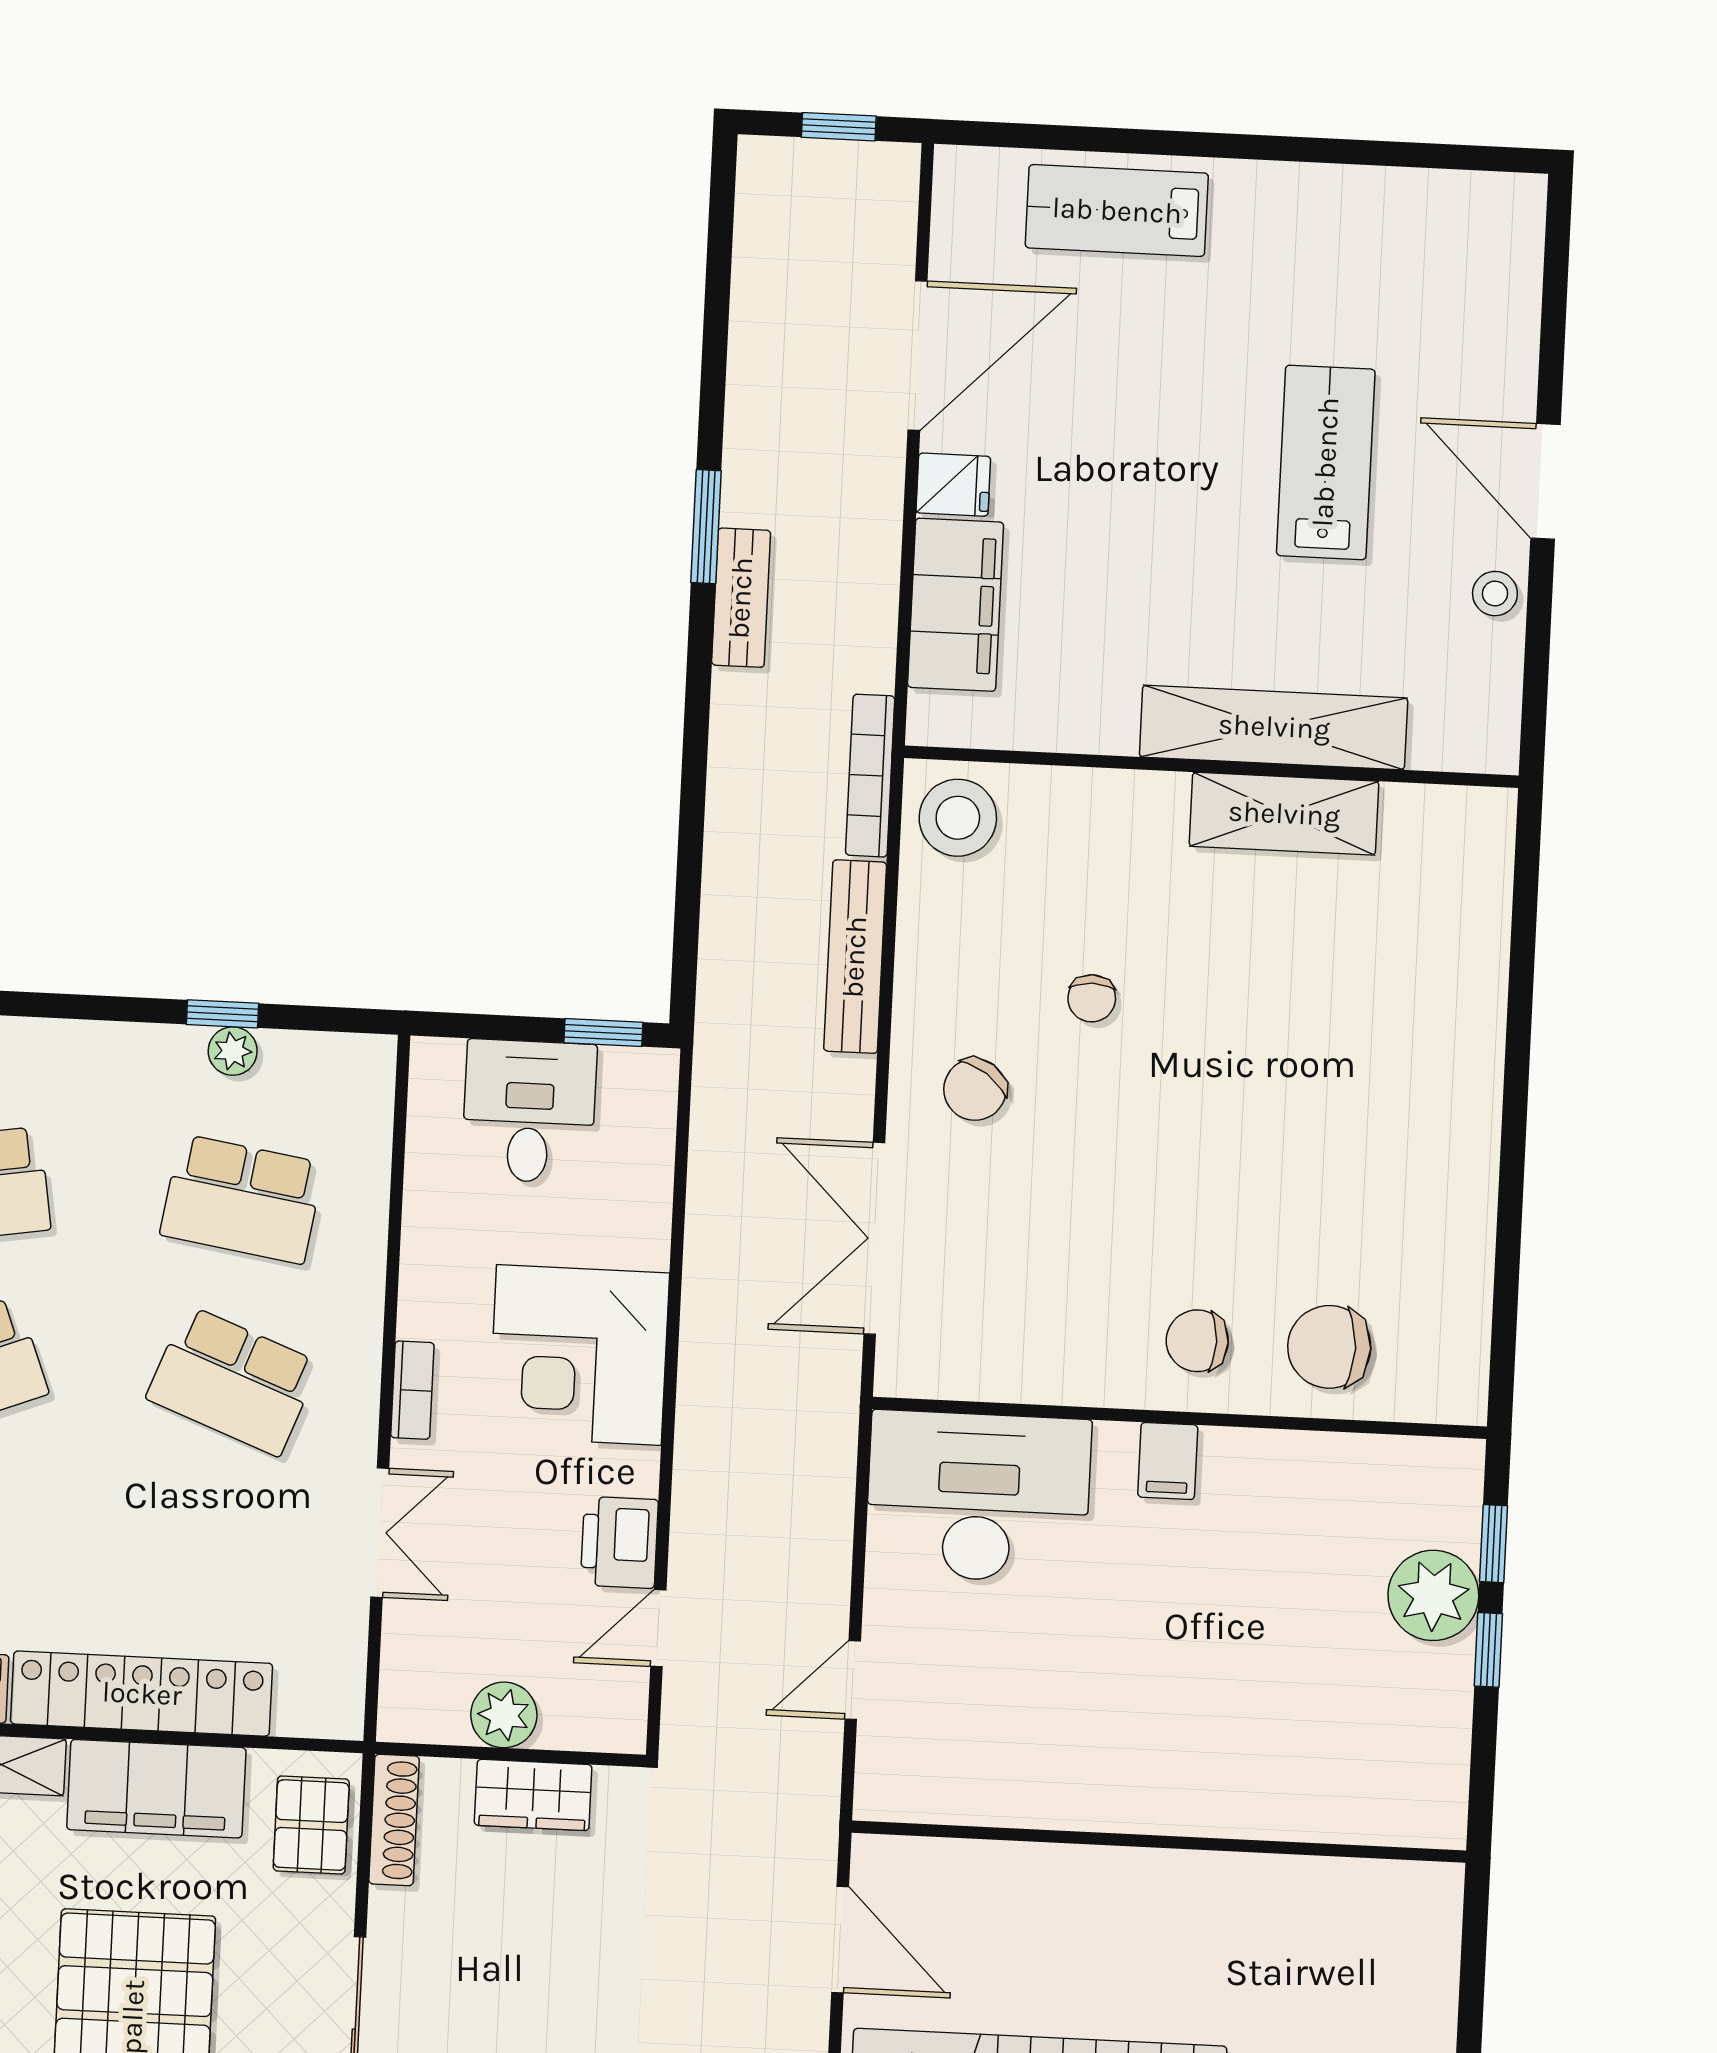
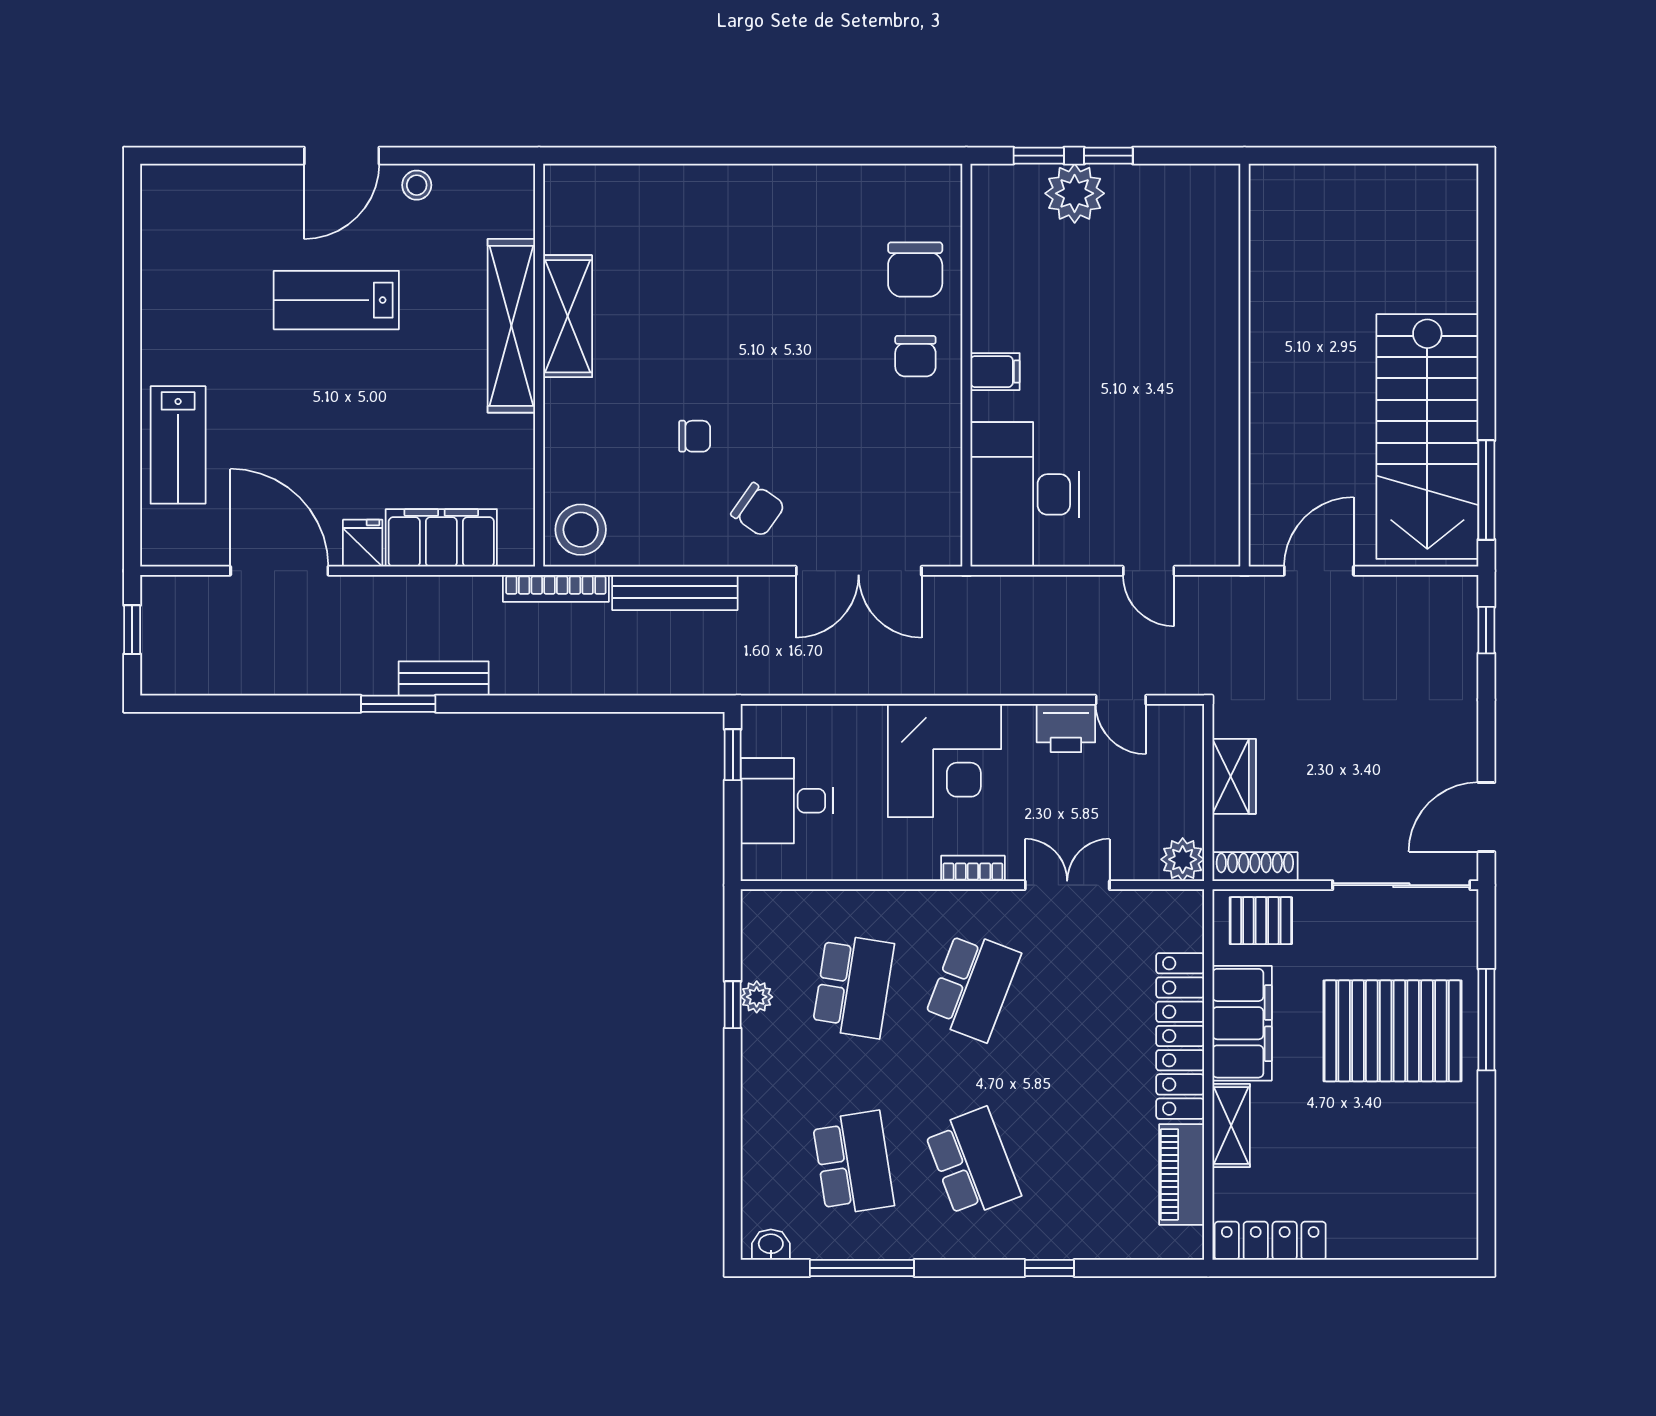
plant: (504, 1715) -> (1183, 859), moved

